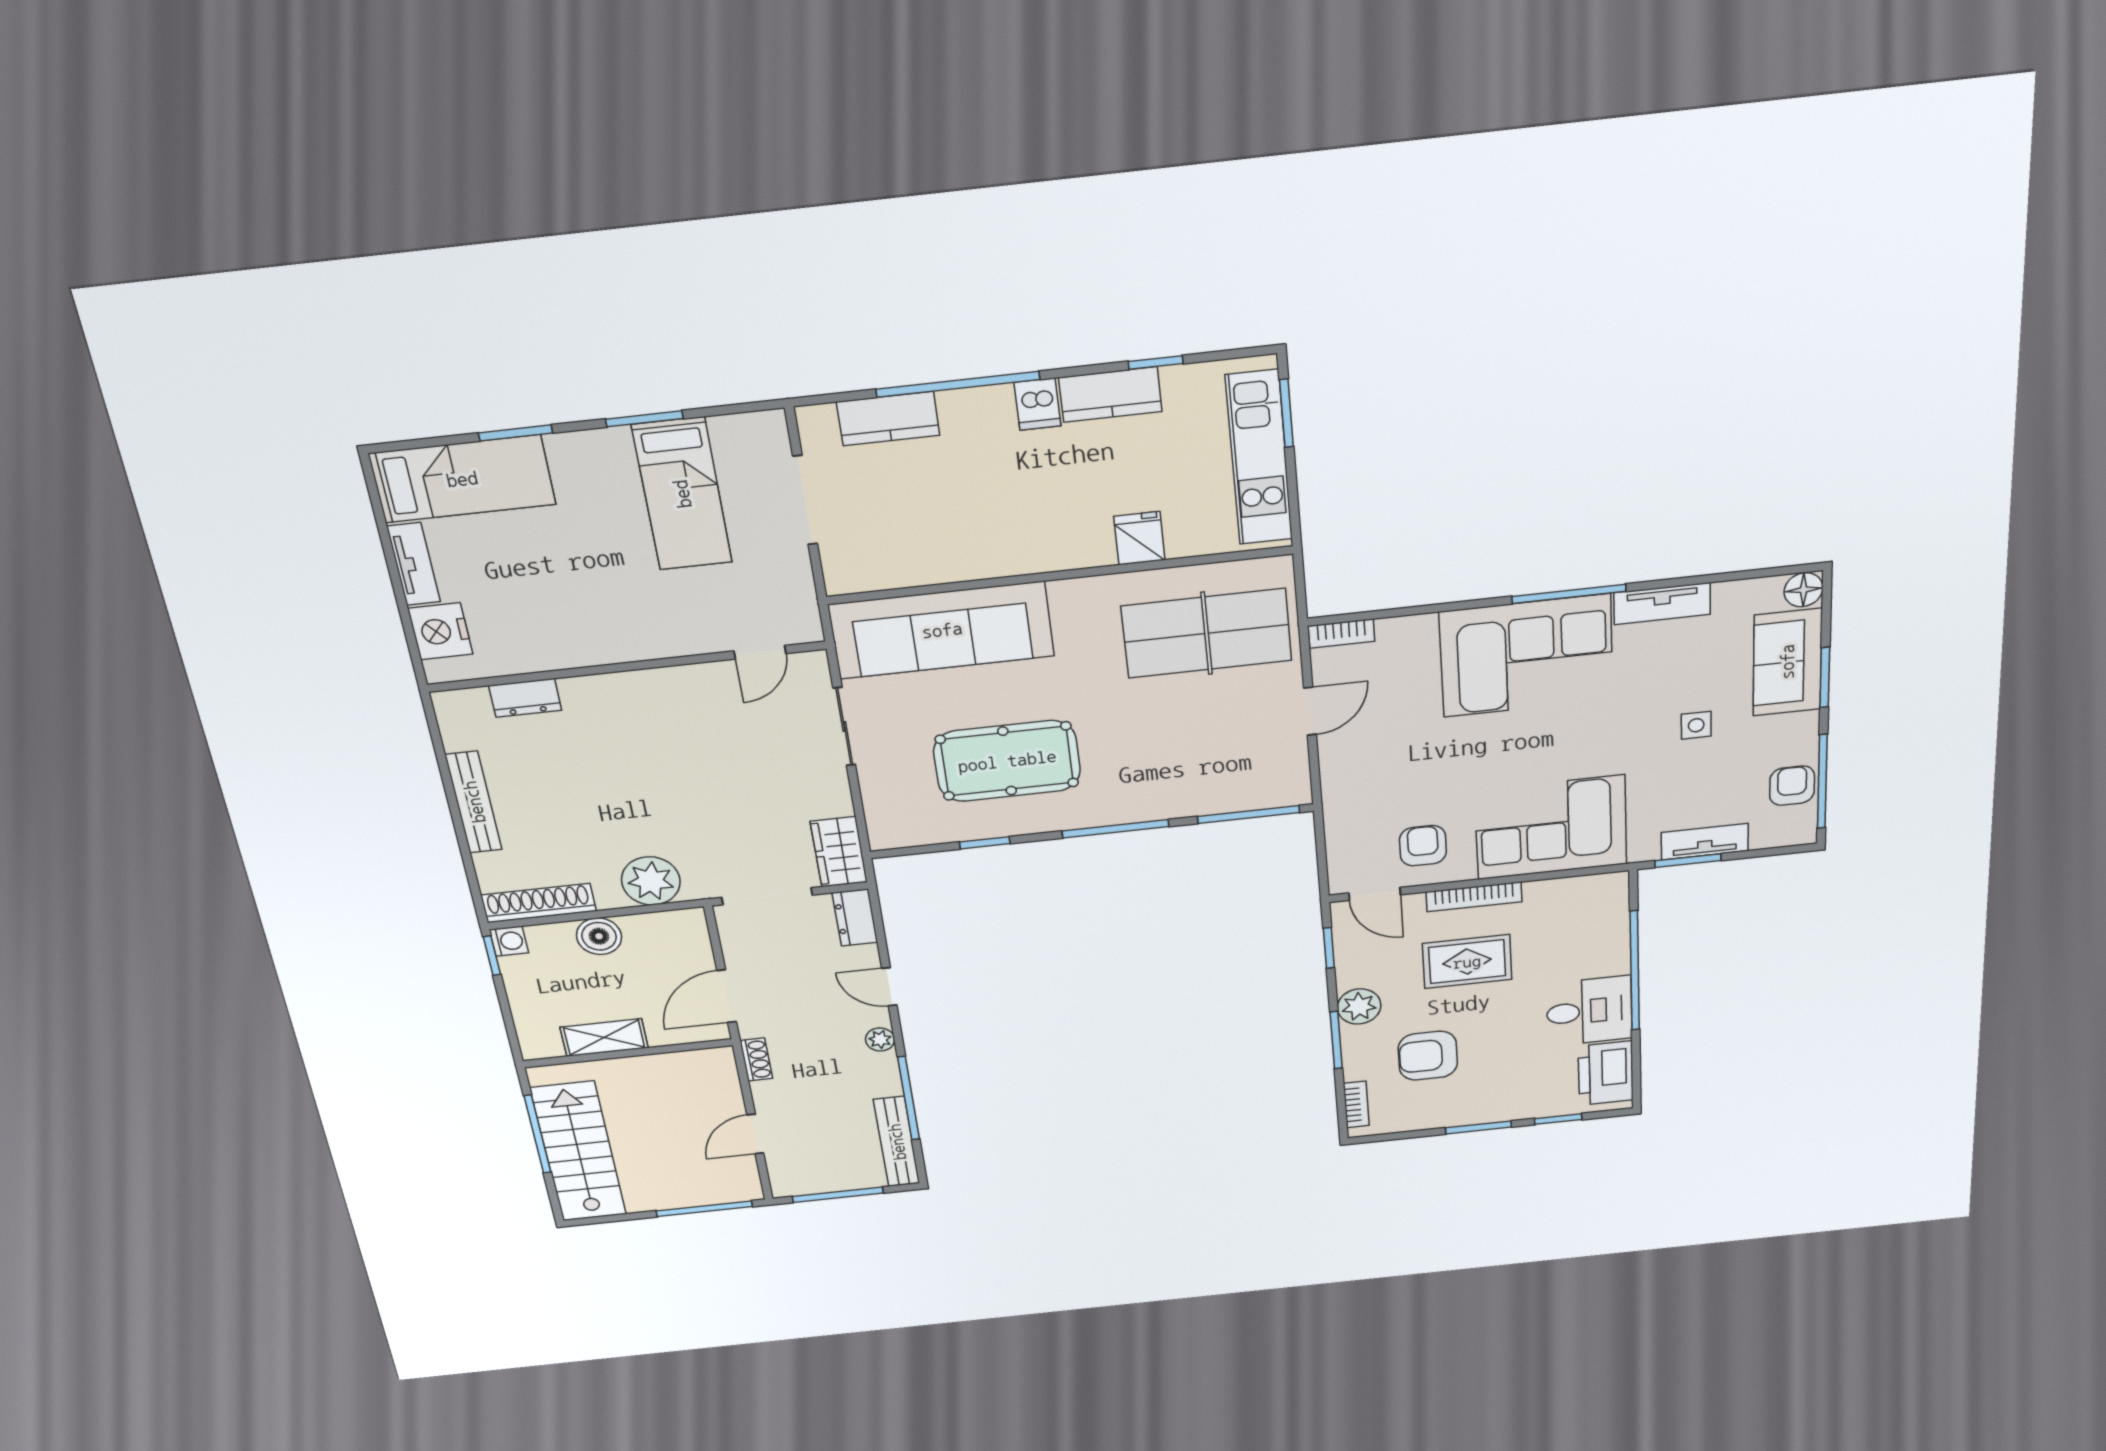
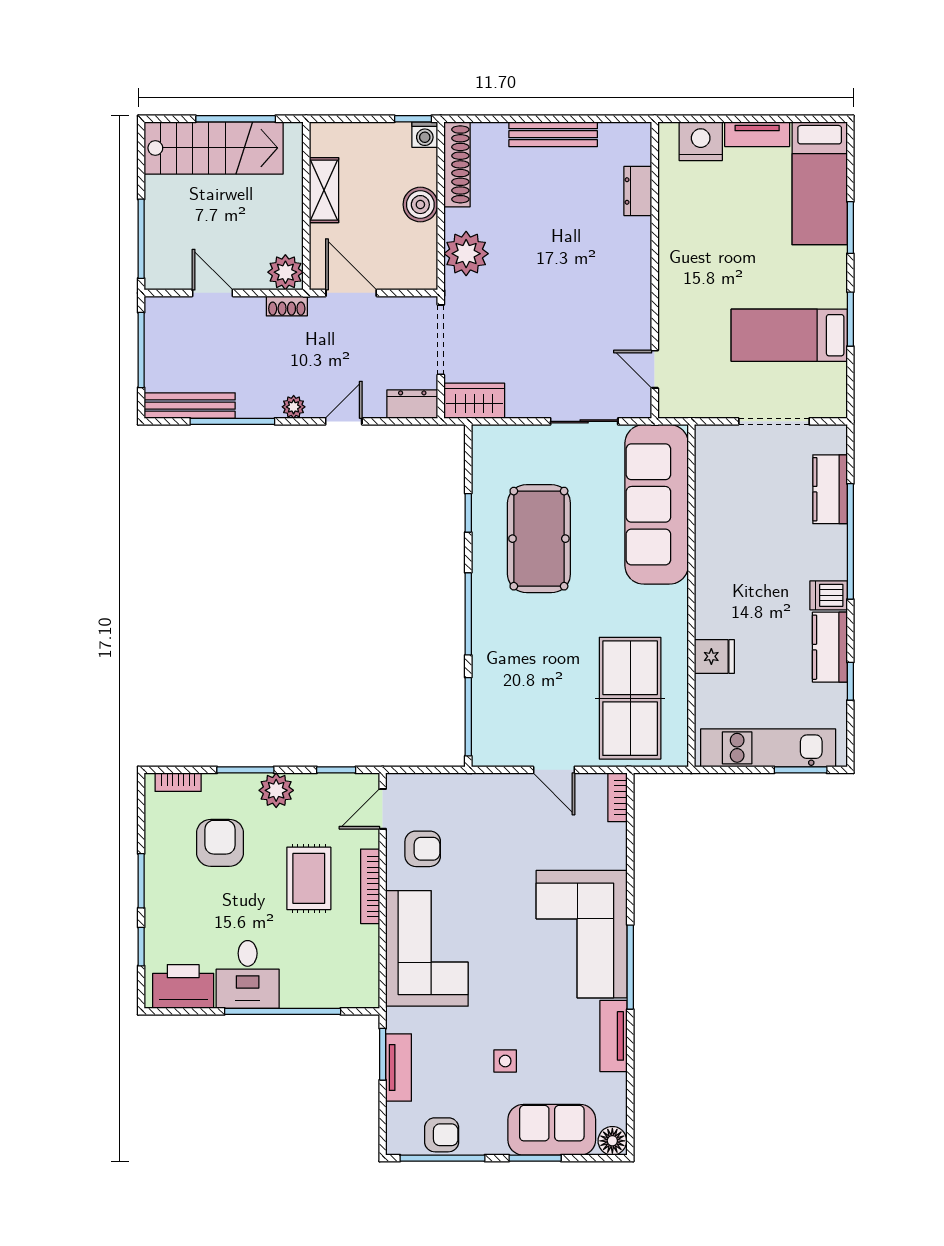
plant: (715, 1065) -> (285, 272), added

